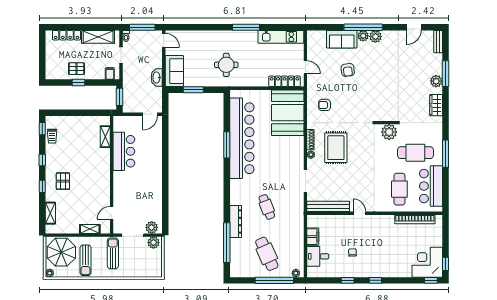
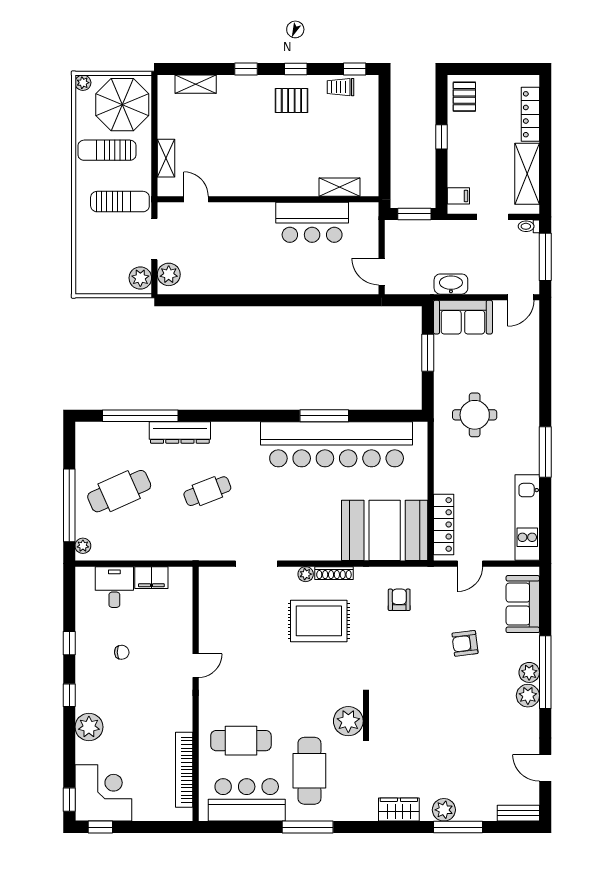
sofa: (342, 39) -> (523, 604), moved
pallet: (76, 69) -> (464, 97), moved
pallet: (63, 181) -> (291, 101), moved
bench: (328, 206) -> (208, 607), removed
plant: (392, 270) -> (89, 727), added

